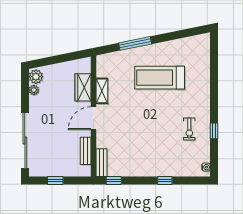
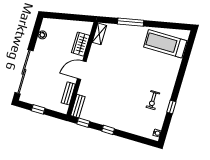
plant: (36, 77) -> (47, 25), removed
treadmill: (160, 78) -> (165, 44), moved
shelving: (102, 91) -> (99, 34), moved
window: (165, 181) -> (108, 130), moved

